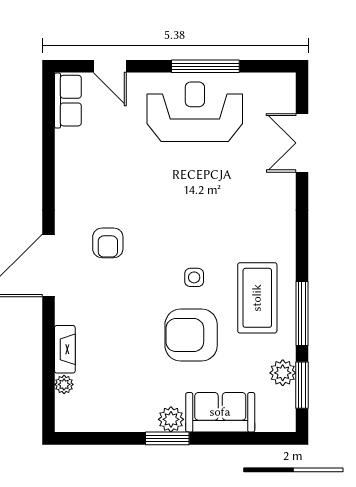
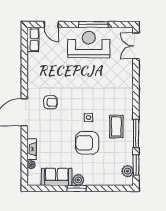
double door: (302, 143) -> (136, 46), moved
armchair: (108, 243) -> (50, 102), turned -90
coffee table: (257, 298) -> (116, 127), width x0.73, depth x0.76
plant: (283, 373) -> (127, 171), moved
sofa: (220, 412) -> (57, 177), moved

